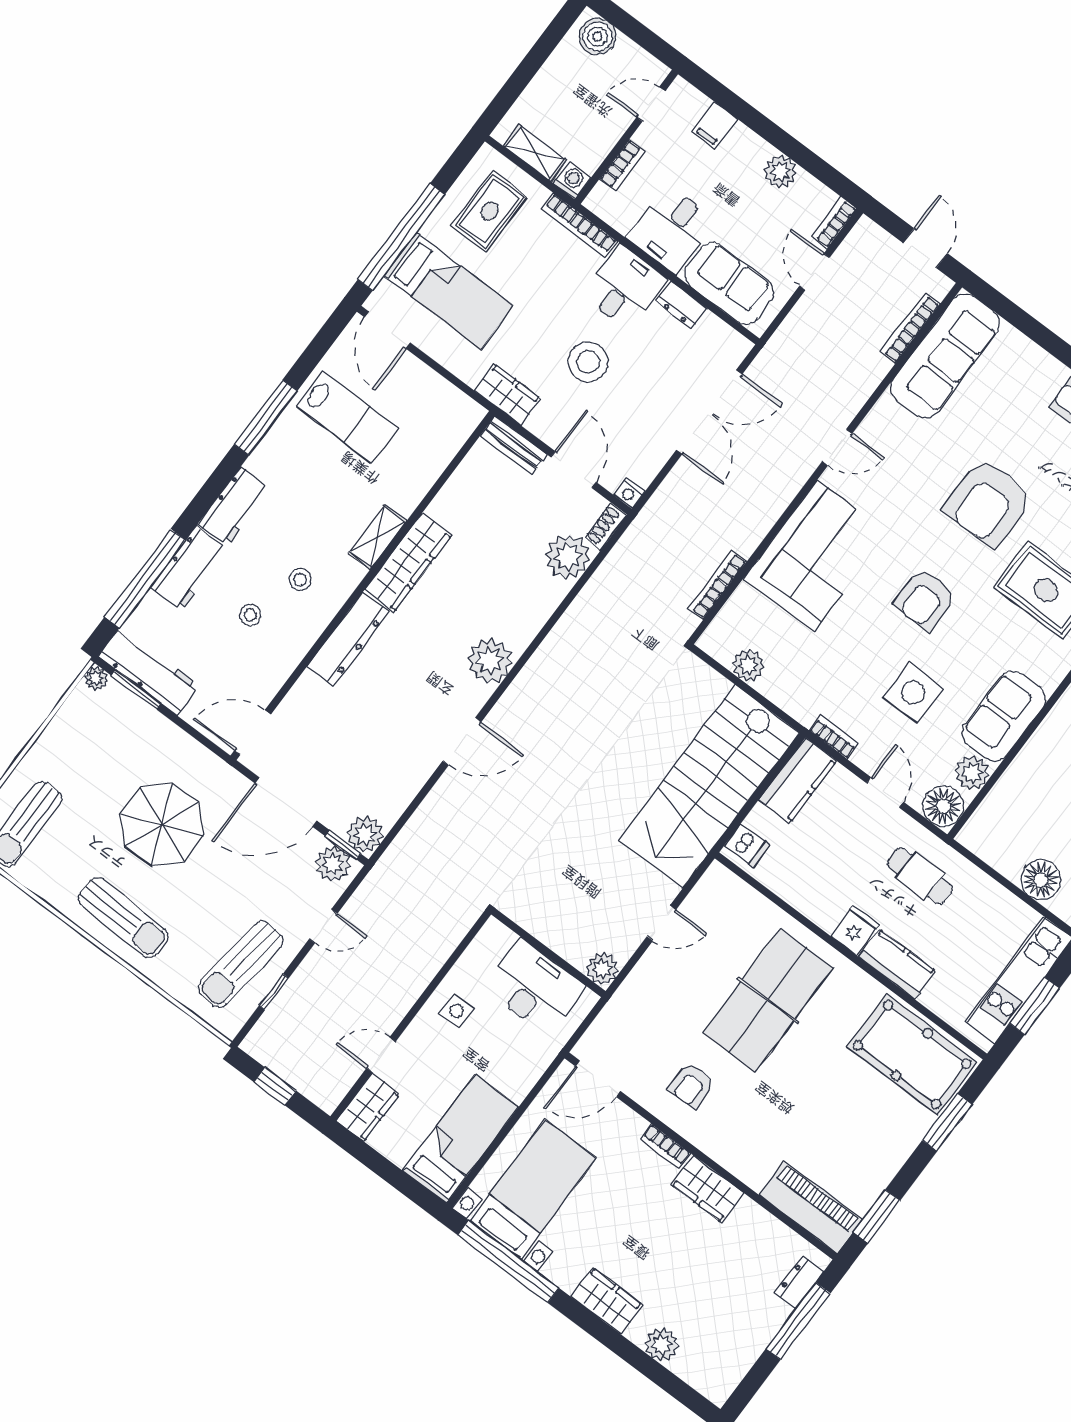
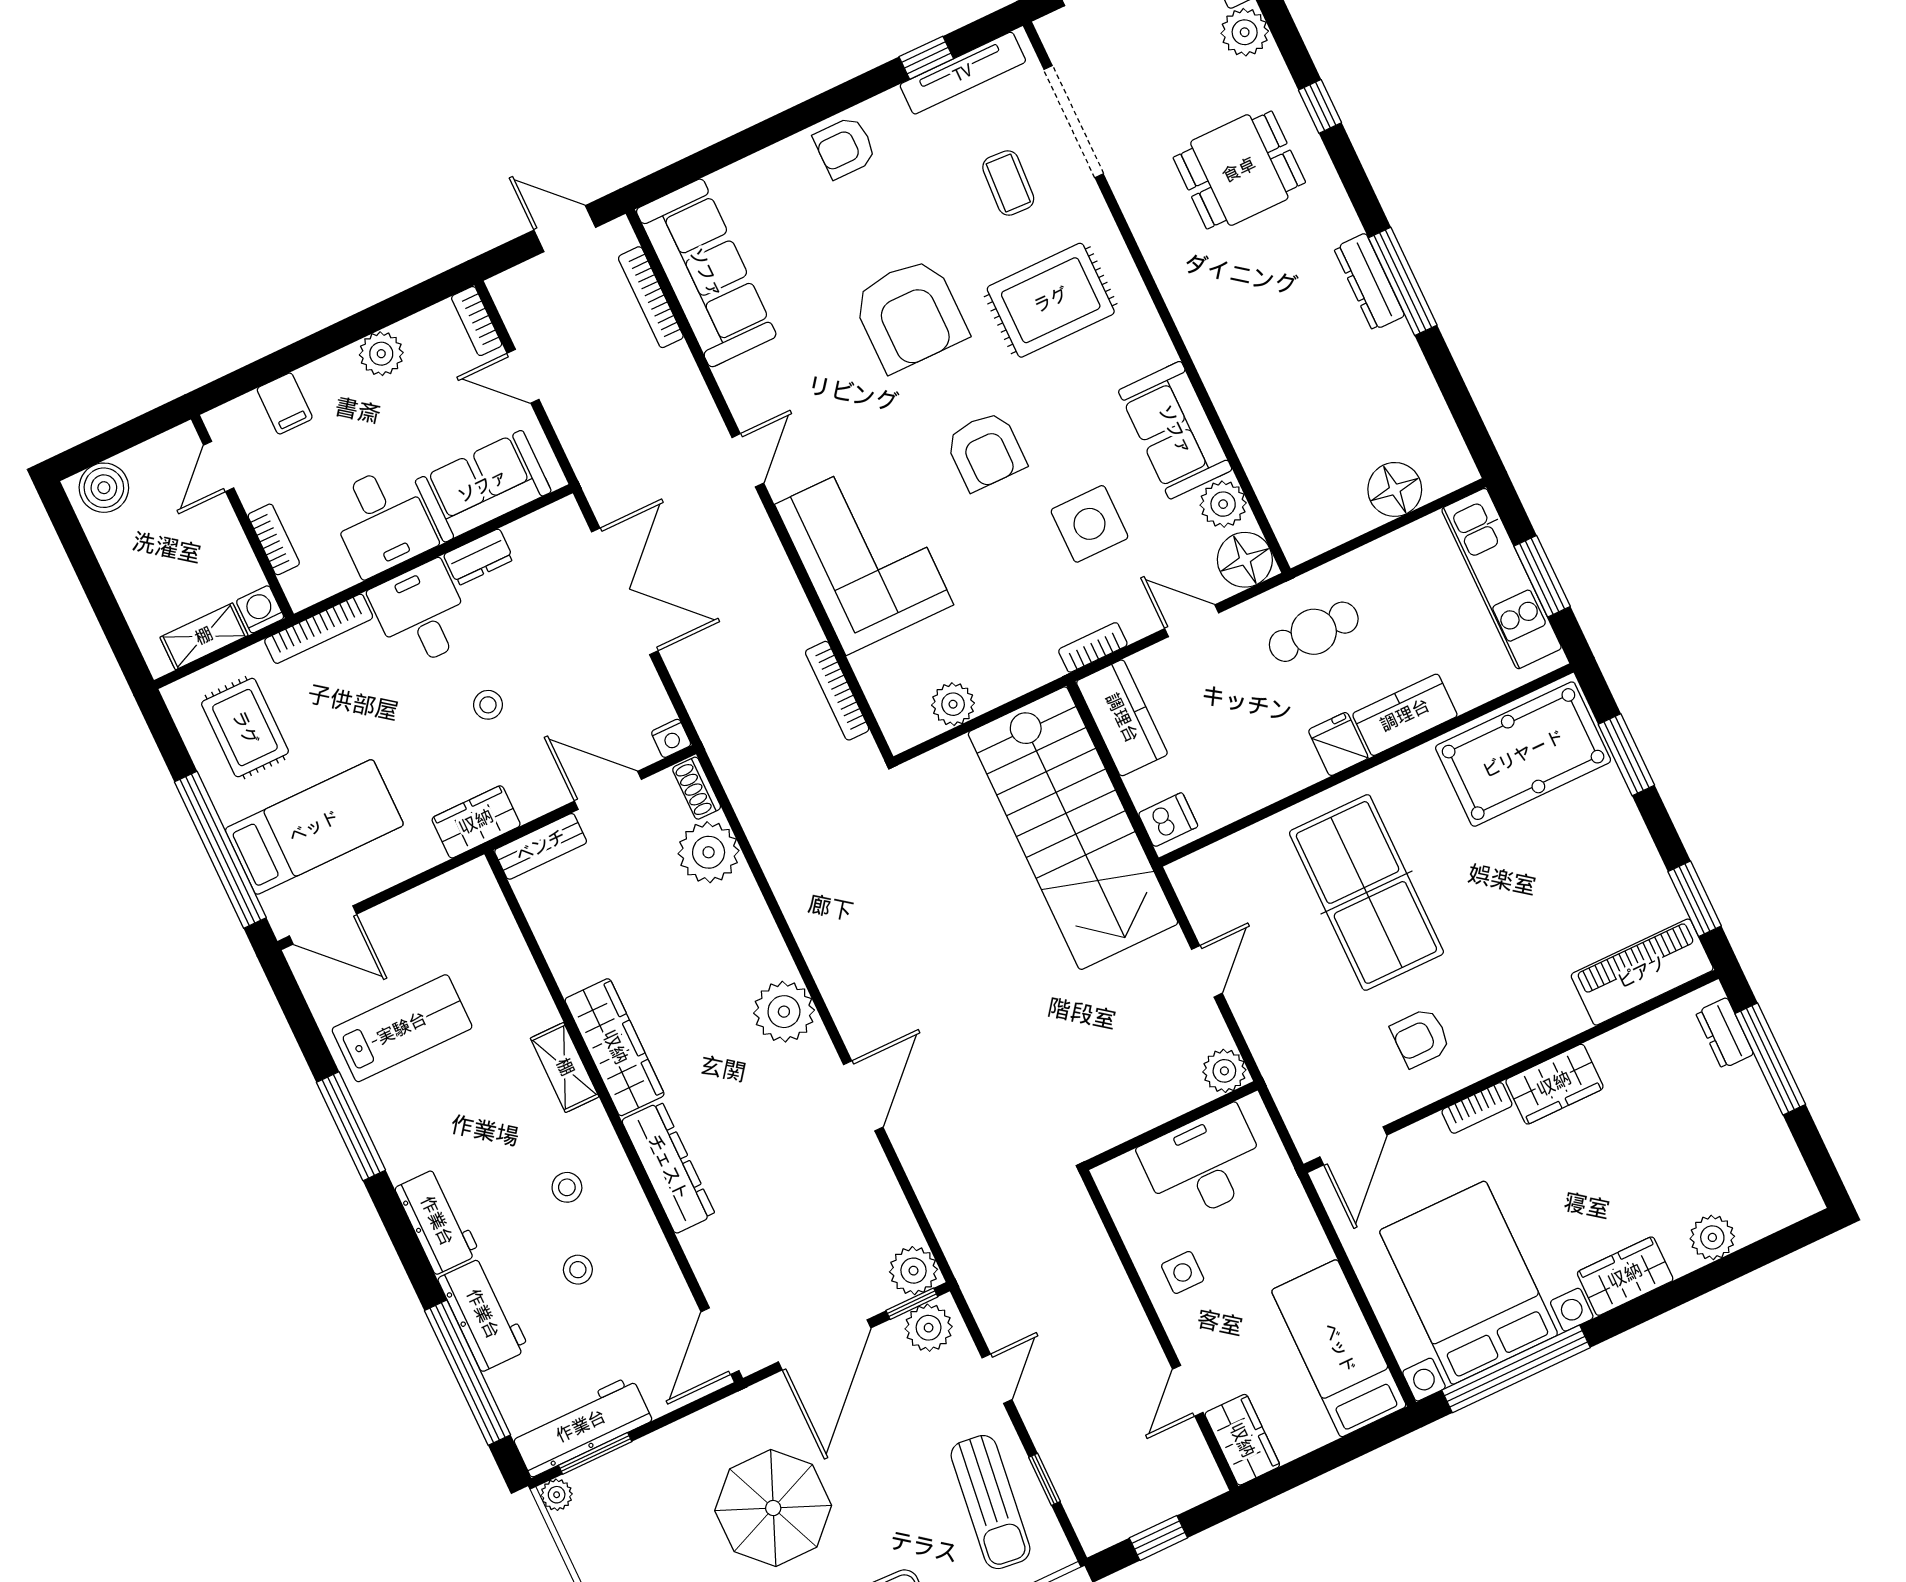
stool: (588, 362) -> (488, 705), width x0.53, depth x0.53
armchair: (692, 1085) -> (1421, 1038), turned 90
bed with nightstands: (533, 1189) -> (1469, 1283), width x1.36

